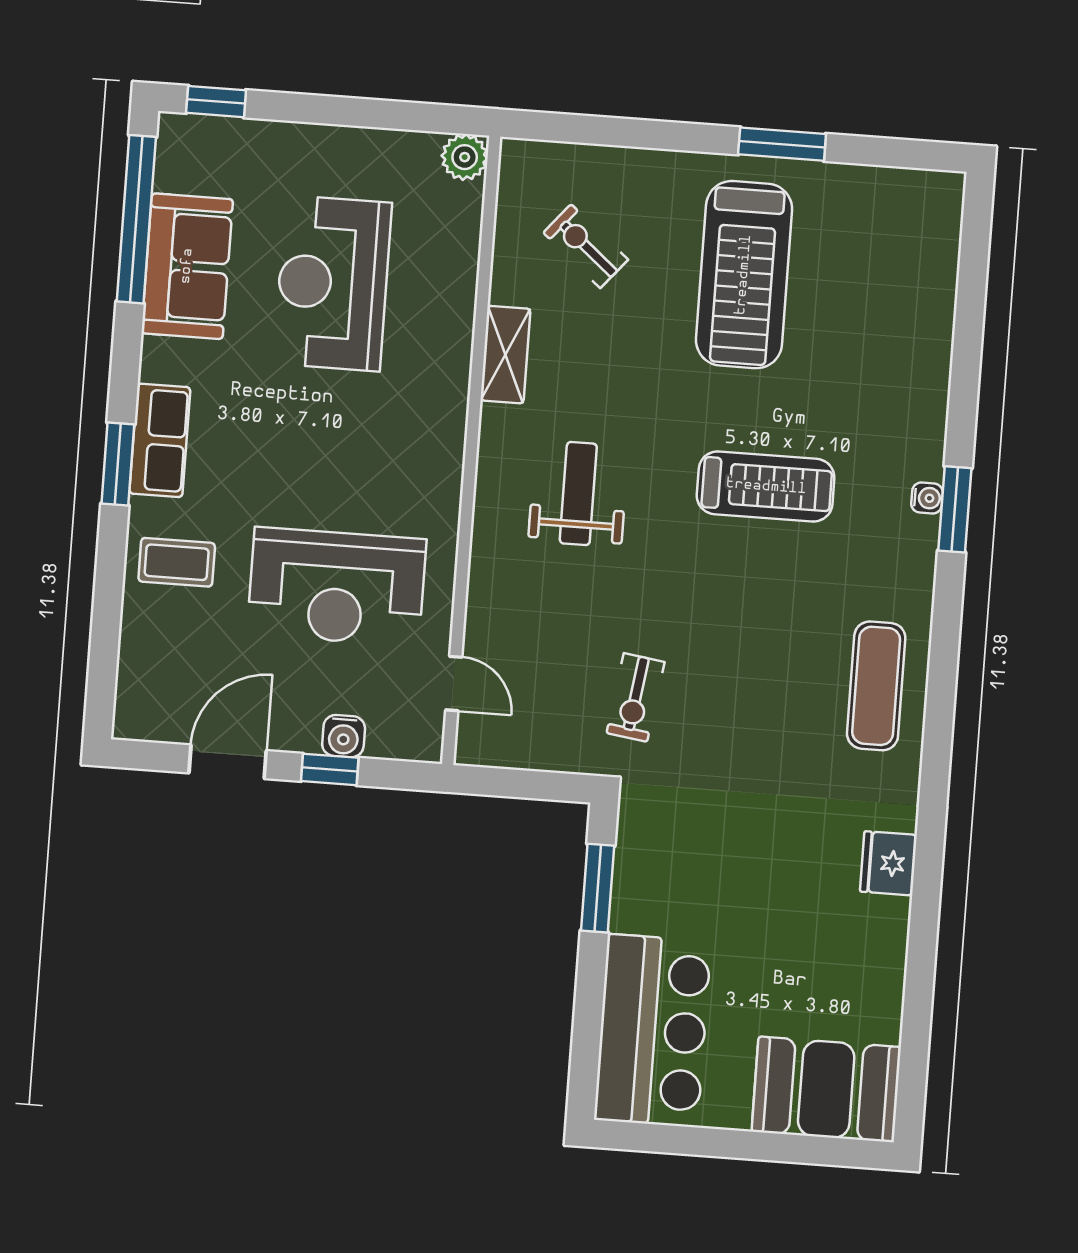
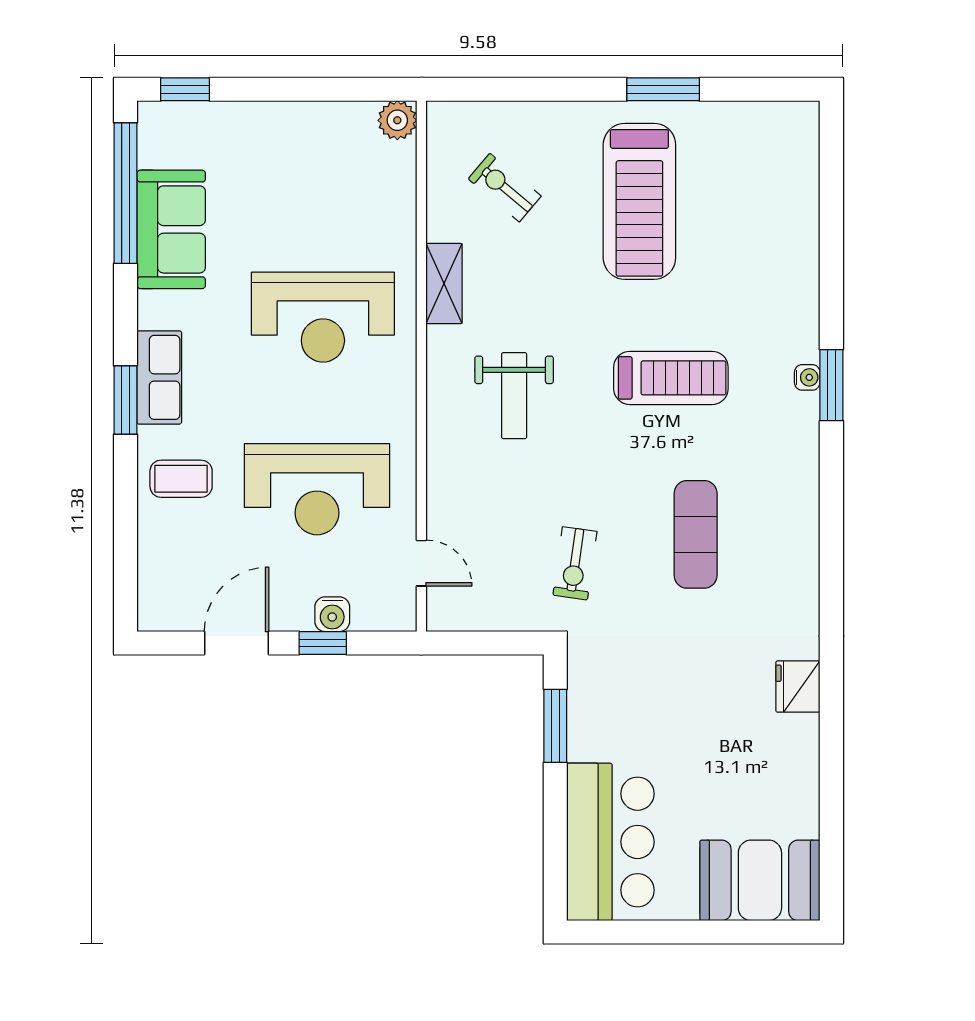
reception desk: (333, 283) -> (323, 317), moved, turned -90
weight bench: (578, 494) -> (514, 396), turned 180
exercise mat: (876, 686) -> (696, 534), moved

